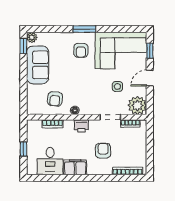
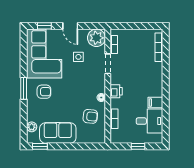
plant: (32, 37) -> (32, 127), moved
armchair: (103, 151) -> (140, 71), removed
filing cabinet: (75, 167) -> (155, 103), width x0.50

